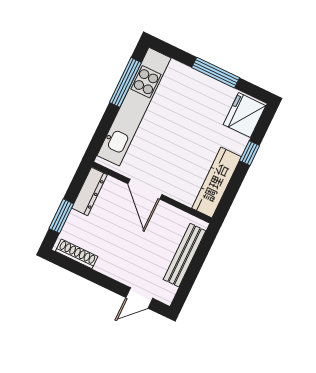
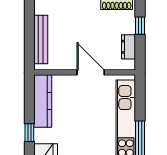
dresser: (90, 191) -> (129, 47), width x0.70
window: (61, 216) -> (140, 26), width x0.67

